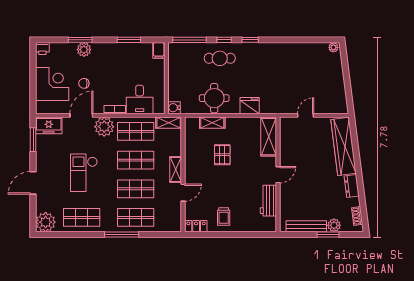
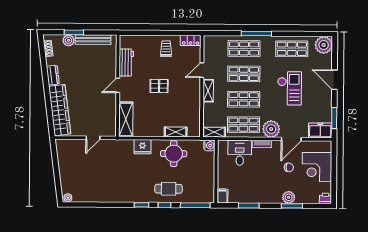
pallet: (222, 155) -> (159, 86), moved, turned 90
door: (33, 183) -> (334, 80), swing flipped

